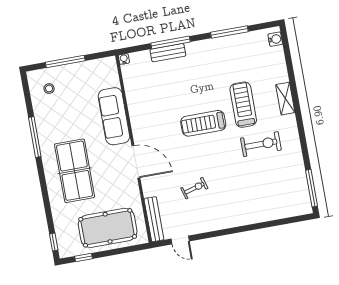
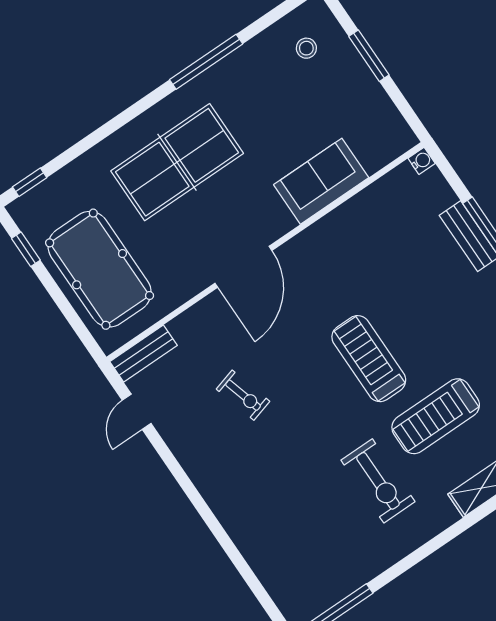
window: (65, 62) -> (369, 56), width x0.69
treadmill: (243, 105) -> (436, 416), turned 180
sofa: (114, 116) -> (321, 181), width x0.73
bench: (154, 219) -> (144, 354), width x0.73

